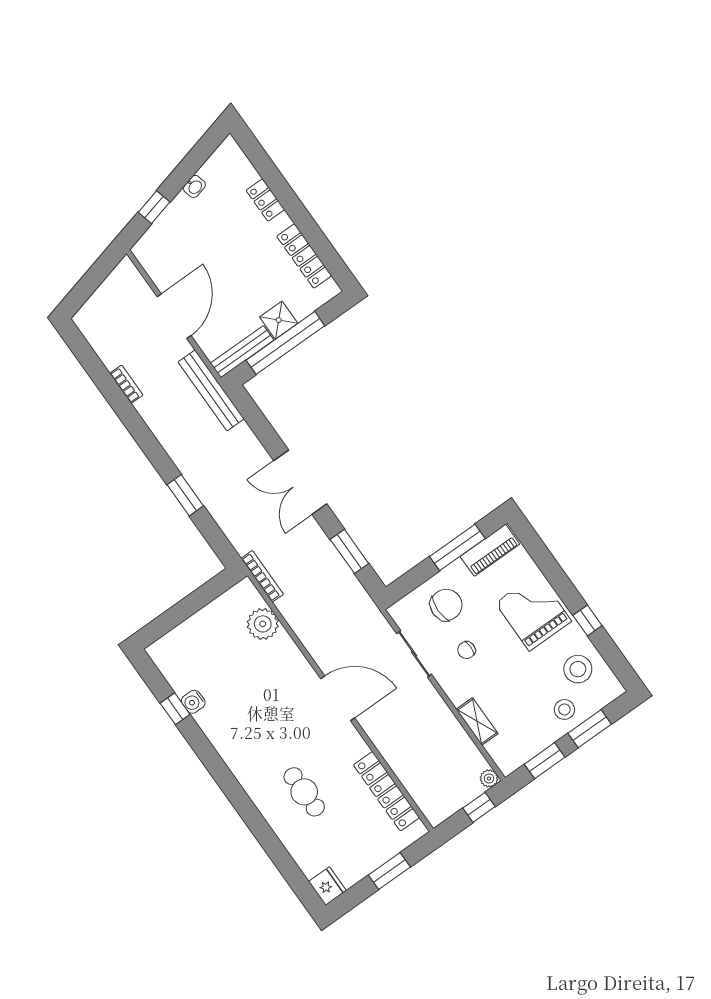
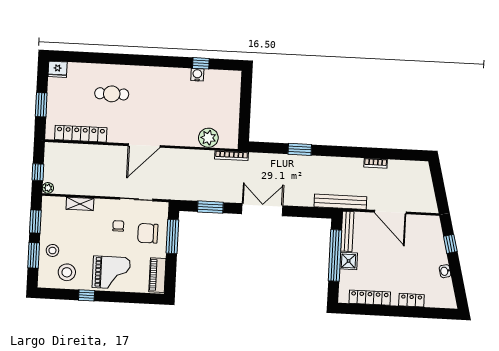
window: (457, 547) -> (172, 236), moved
chair: (446, 605) -> (148, 233), turned 90

